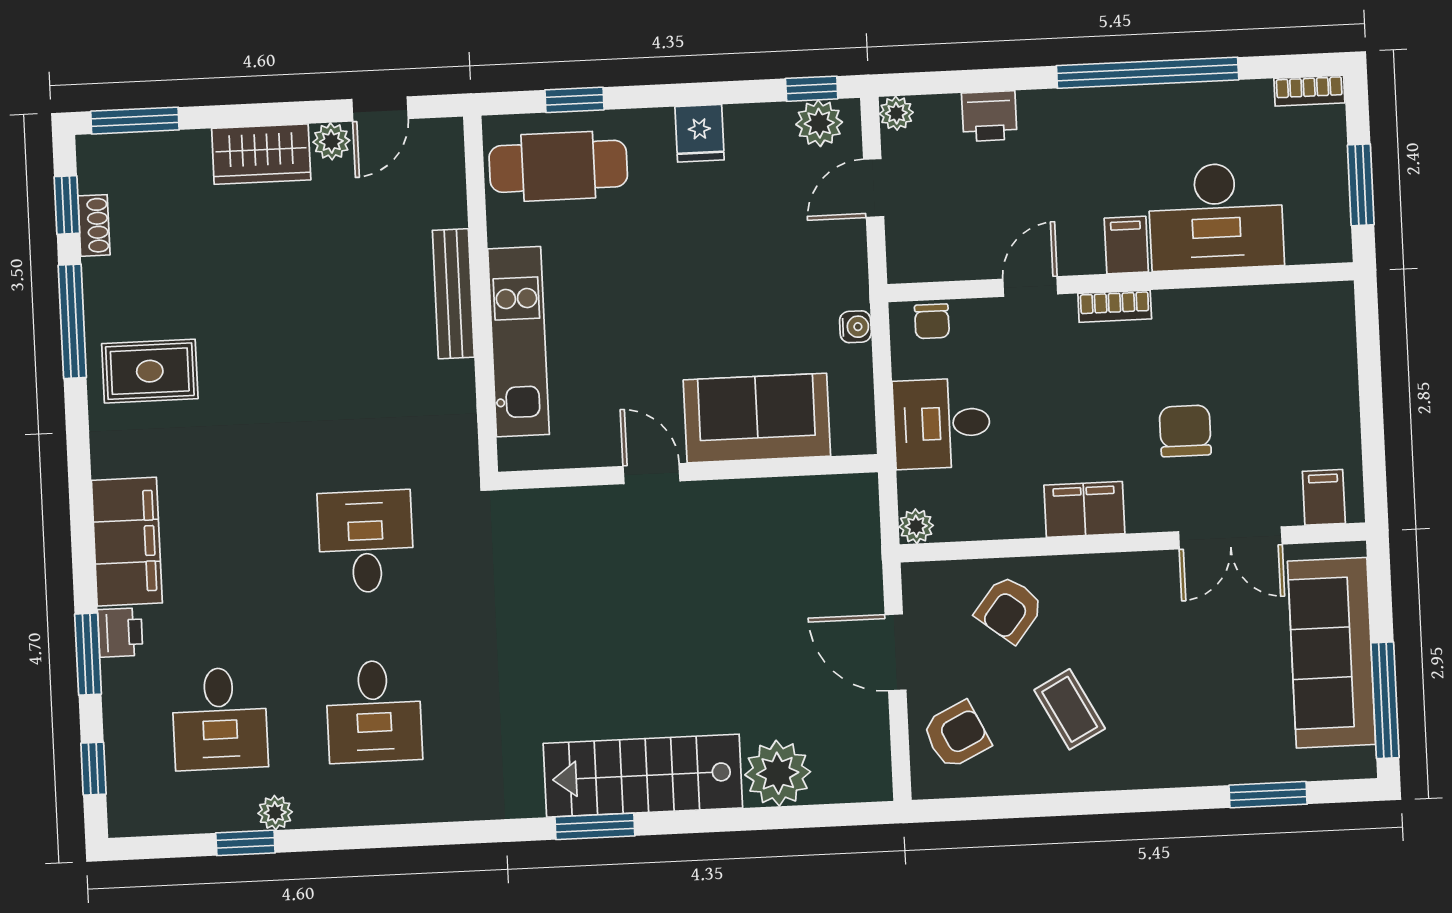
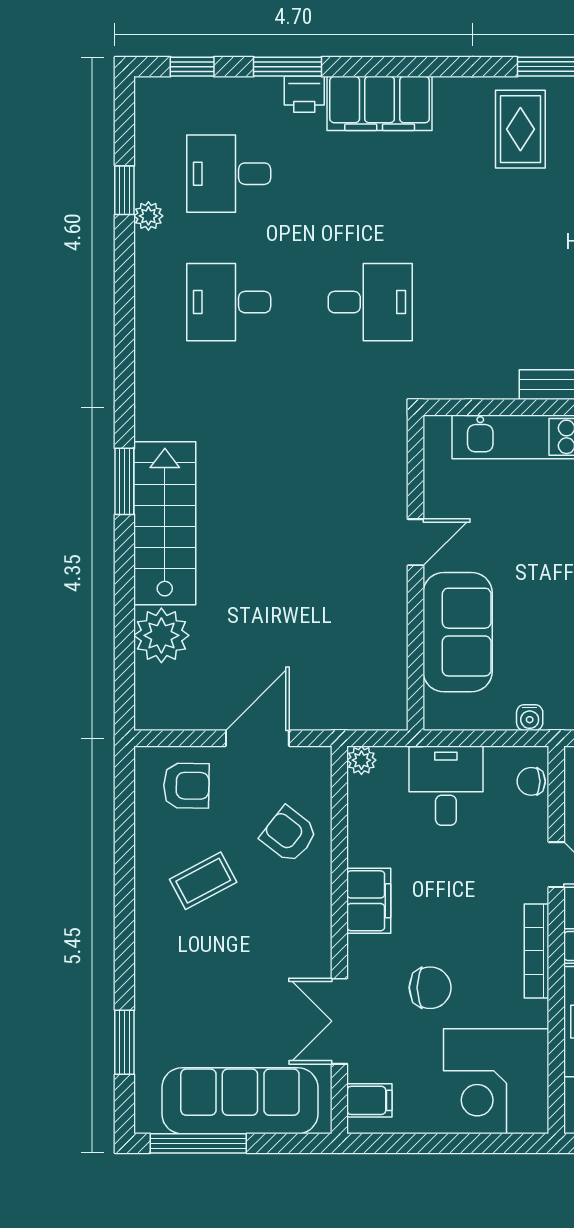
bookcase: (1115, 306) -> (537, 951), width x1.56
corner desk: (1294, 346) -> (496, 1081), added
armchair: (956, 735) -> (186, 786), turned -63

